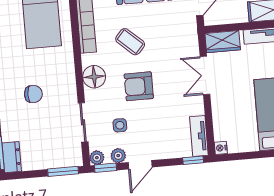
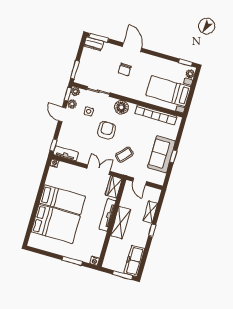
coffee table: (130, 42) -> (124, 155), moved

